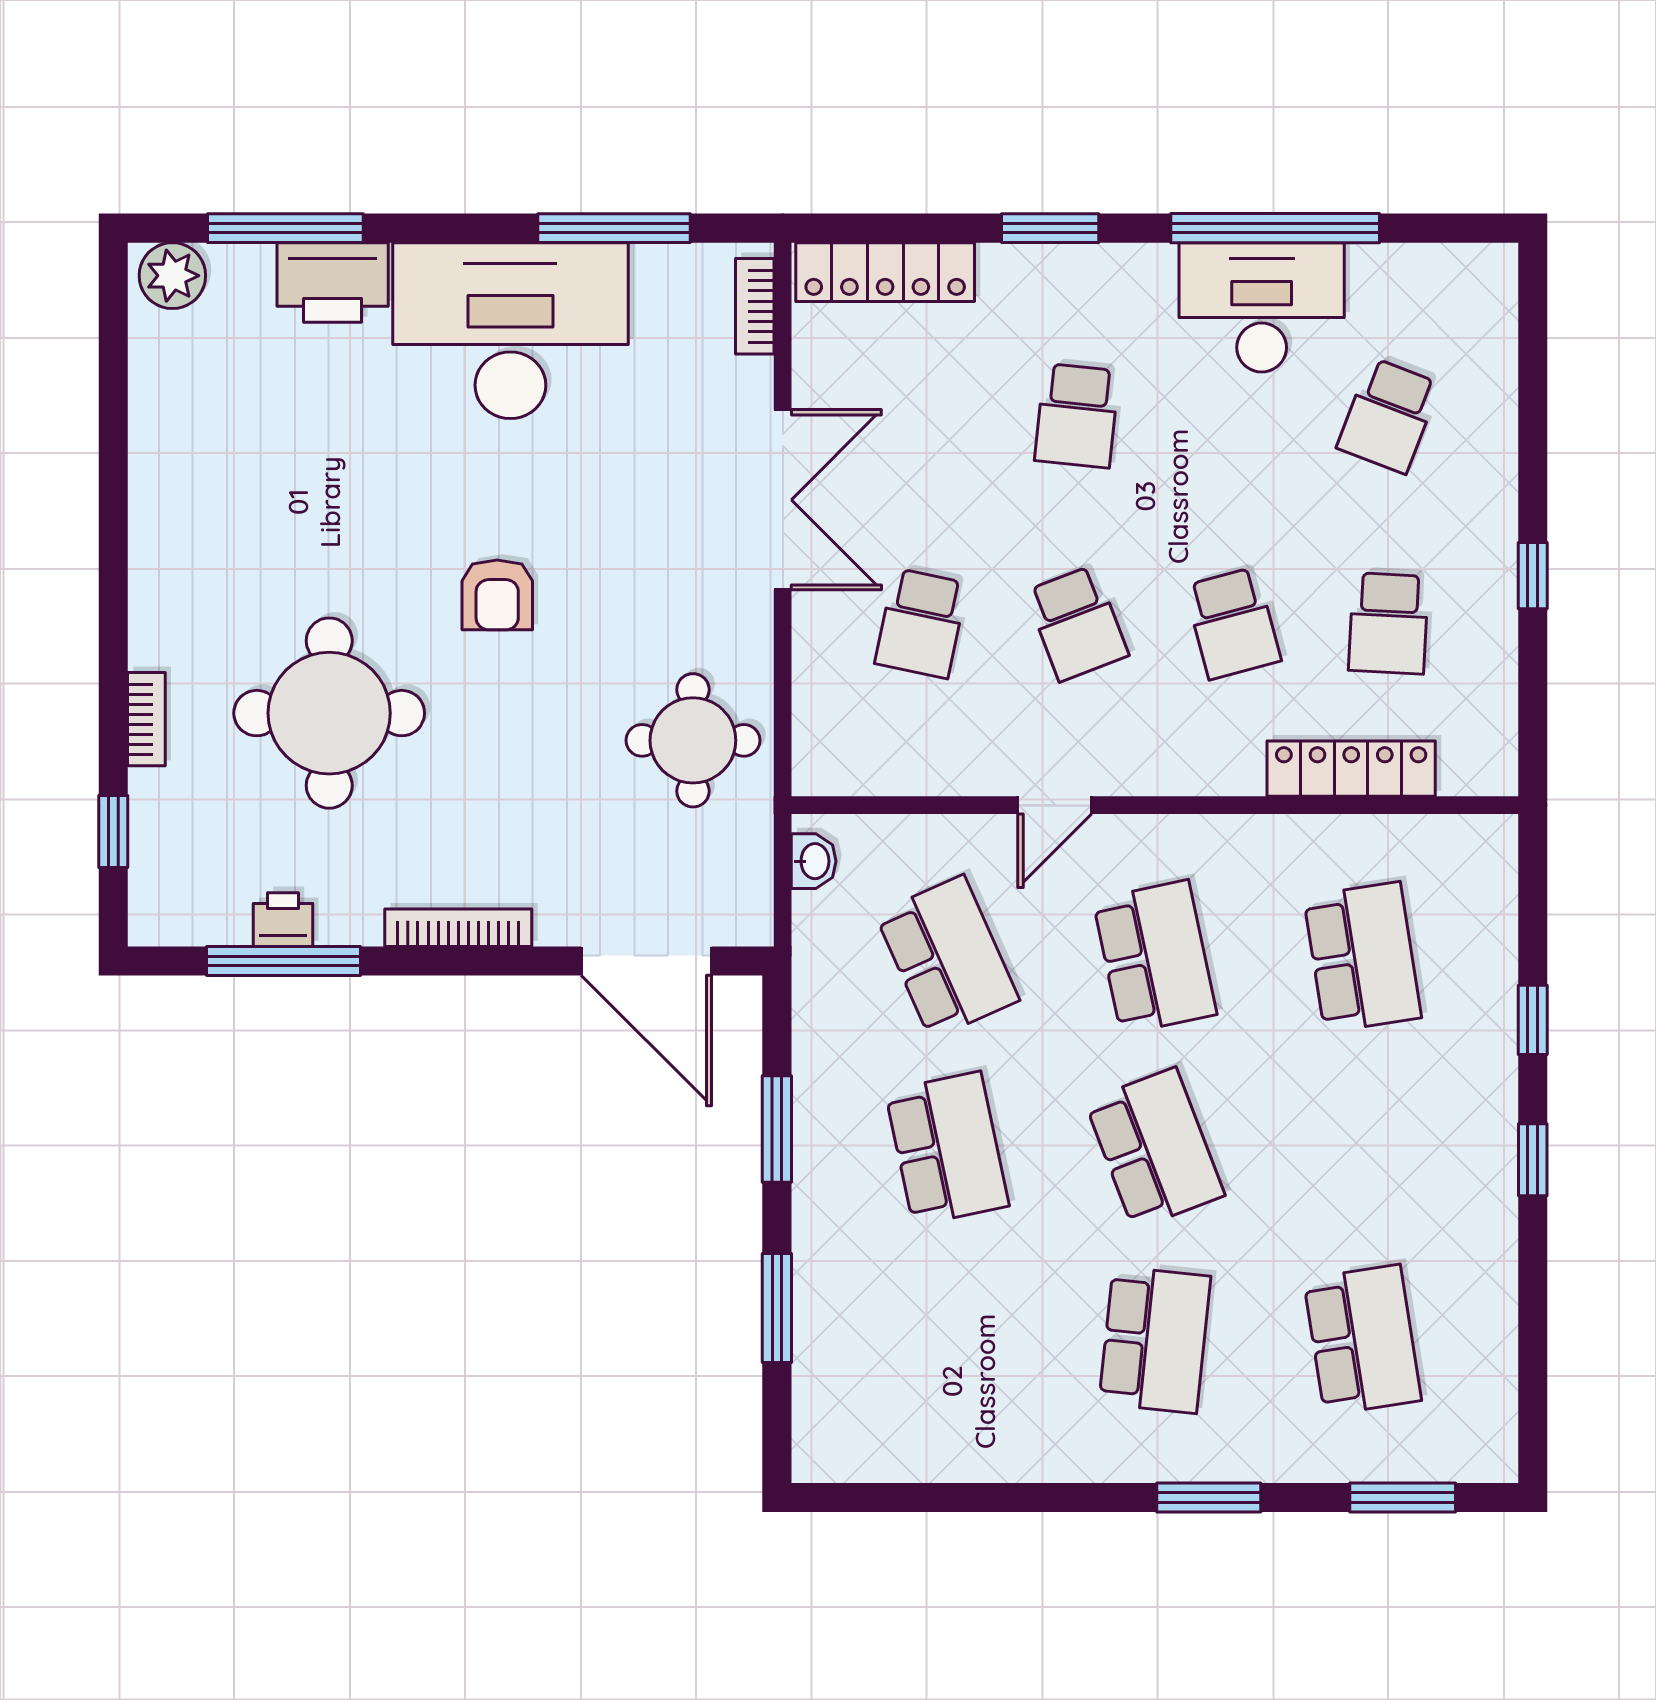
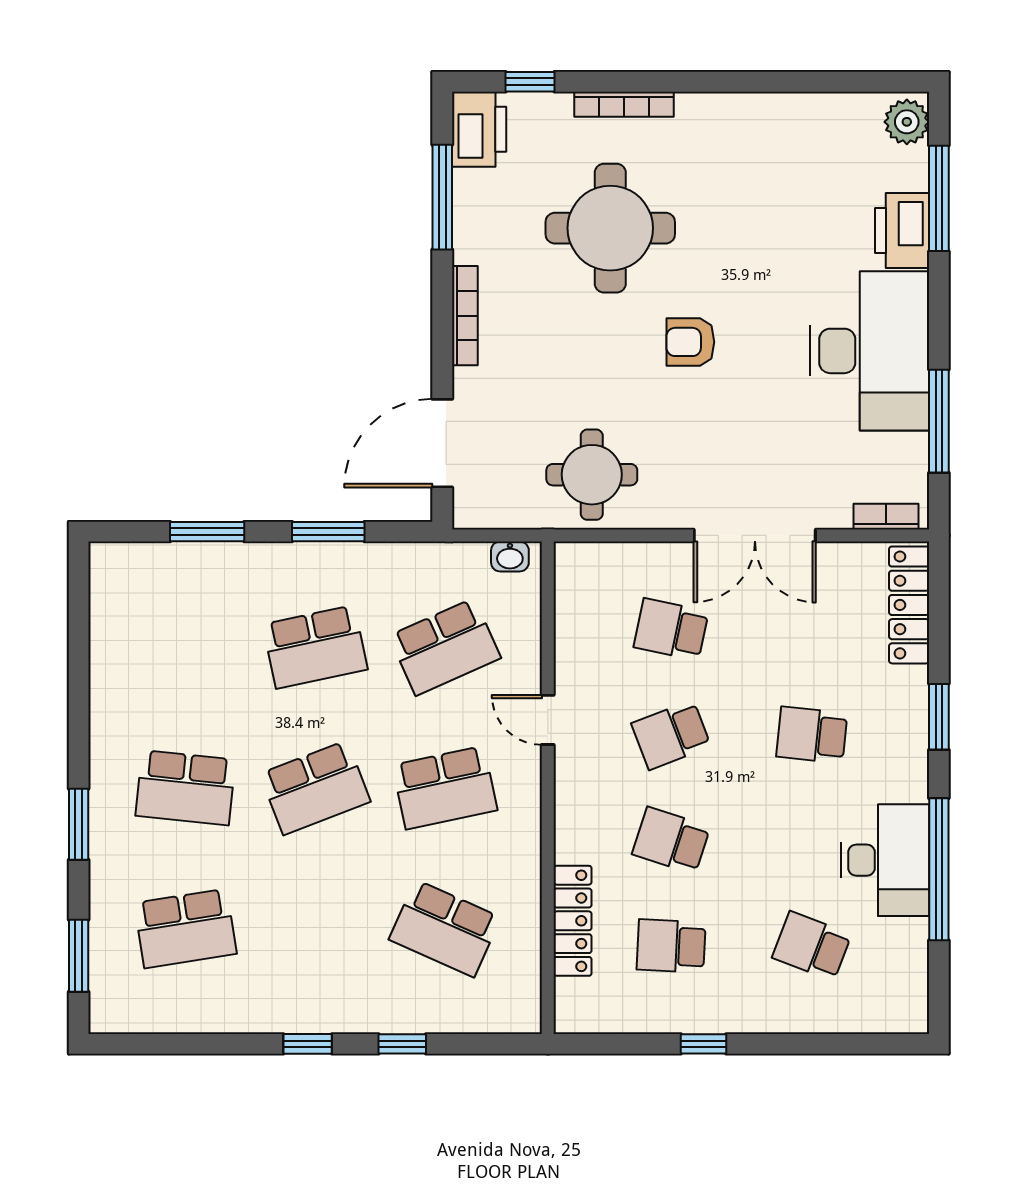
school desk: (1233, 623) -> (671, 840), turned 33
bookcase: (146, 719) -> (624, 104), width x1.56
printer: (283, 920) -> (479, 129), moved, width x1.87, depth x1.48
school desk: (1362, 957) -> (445, 928), turned 33

